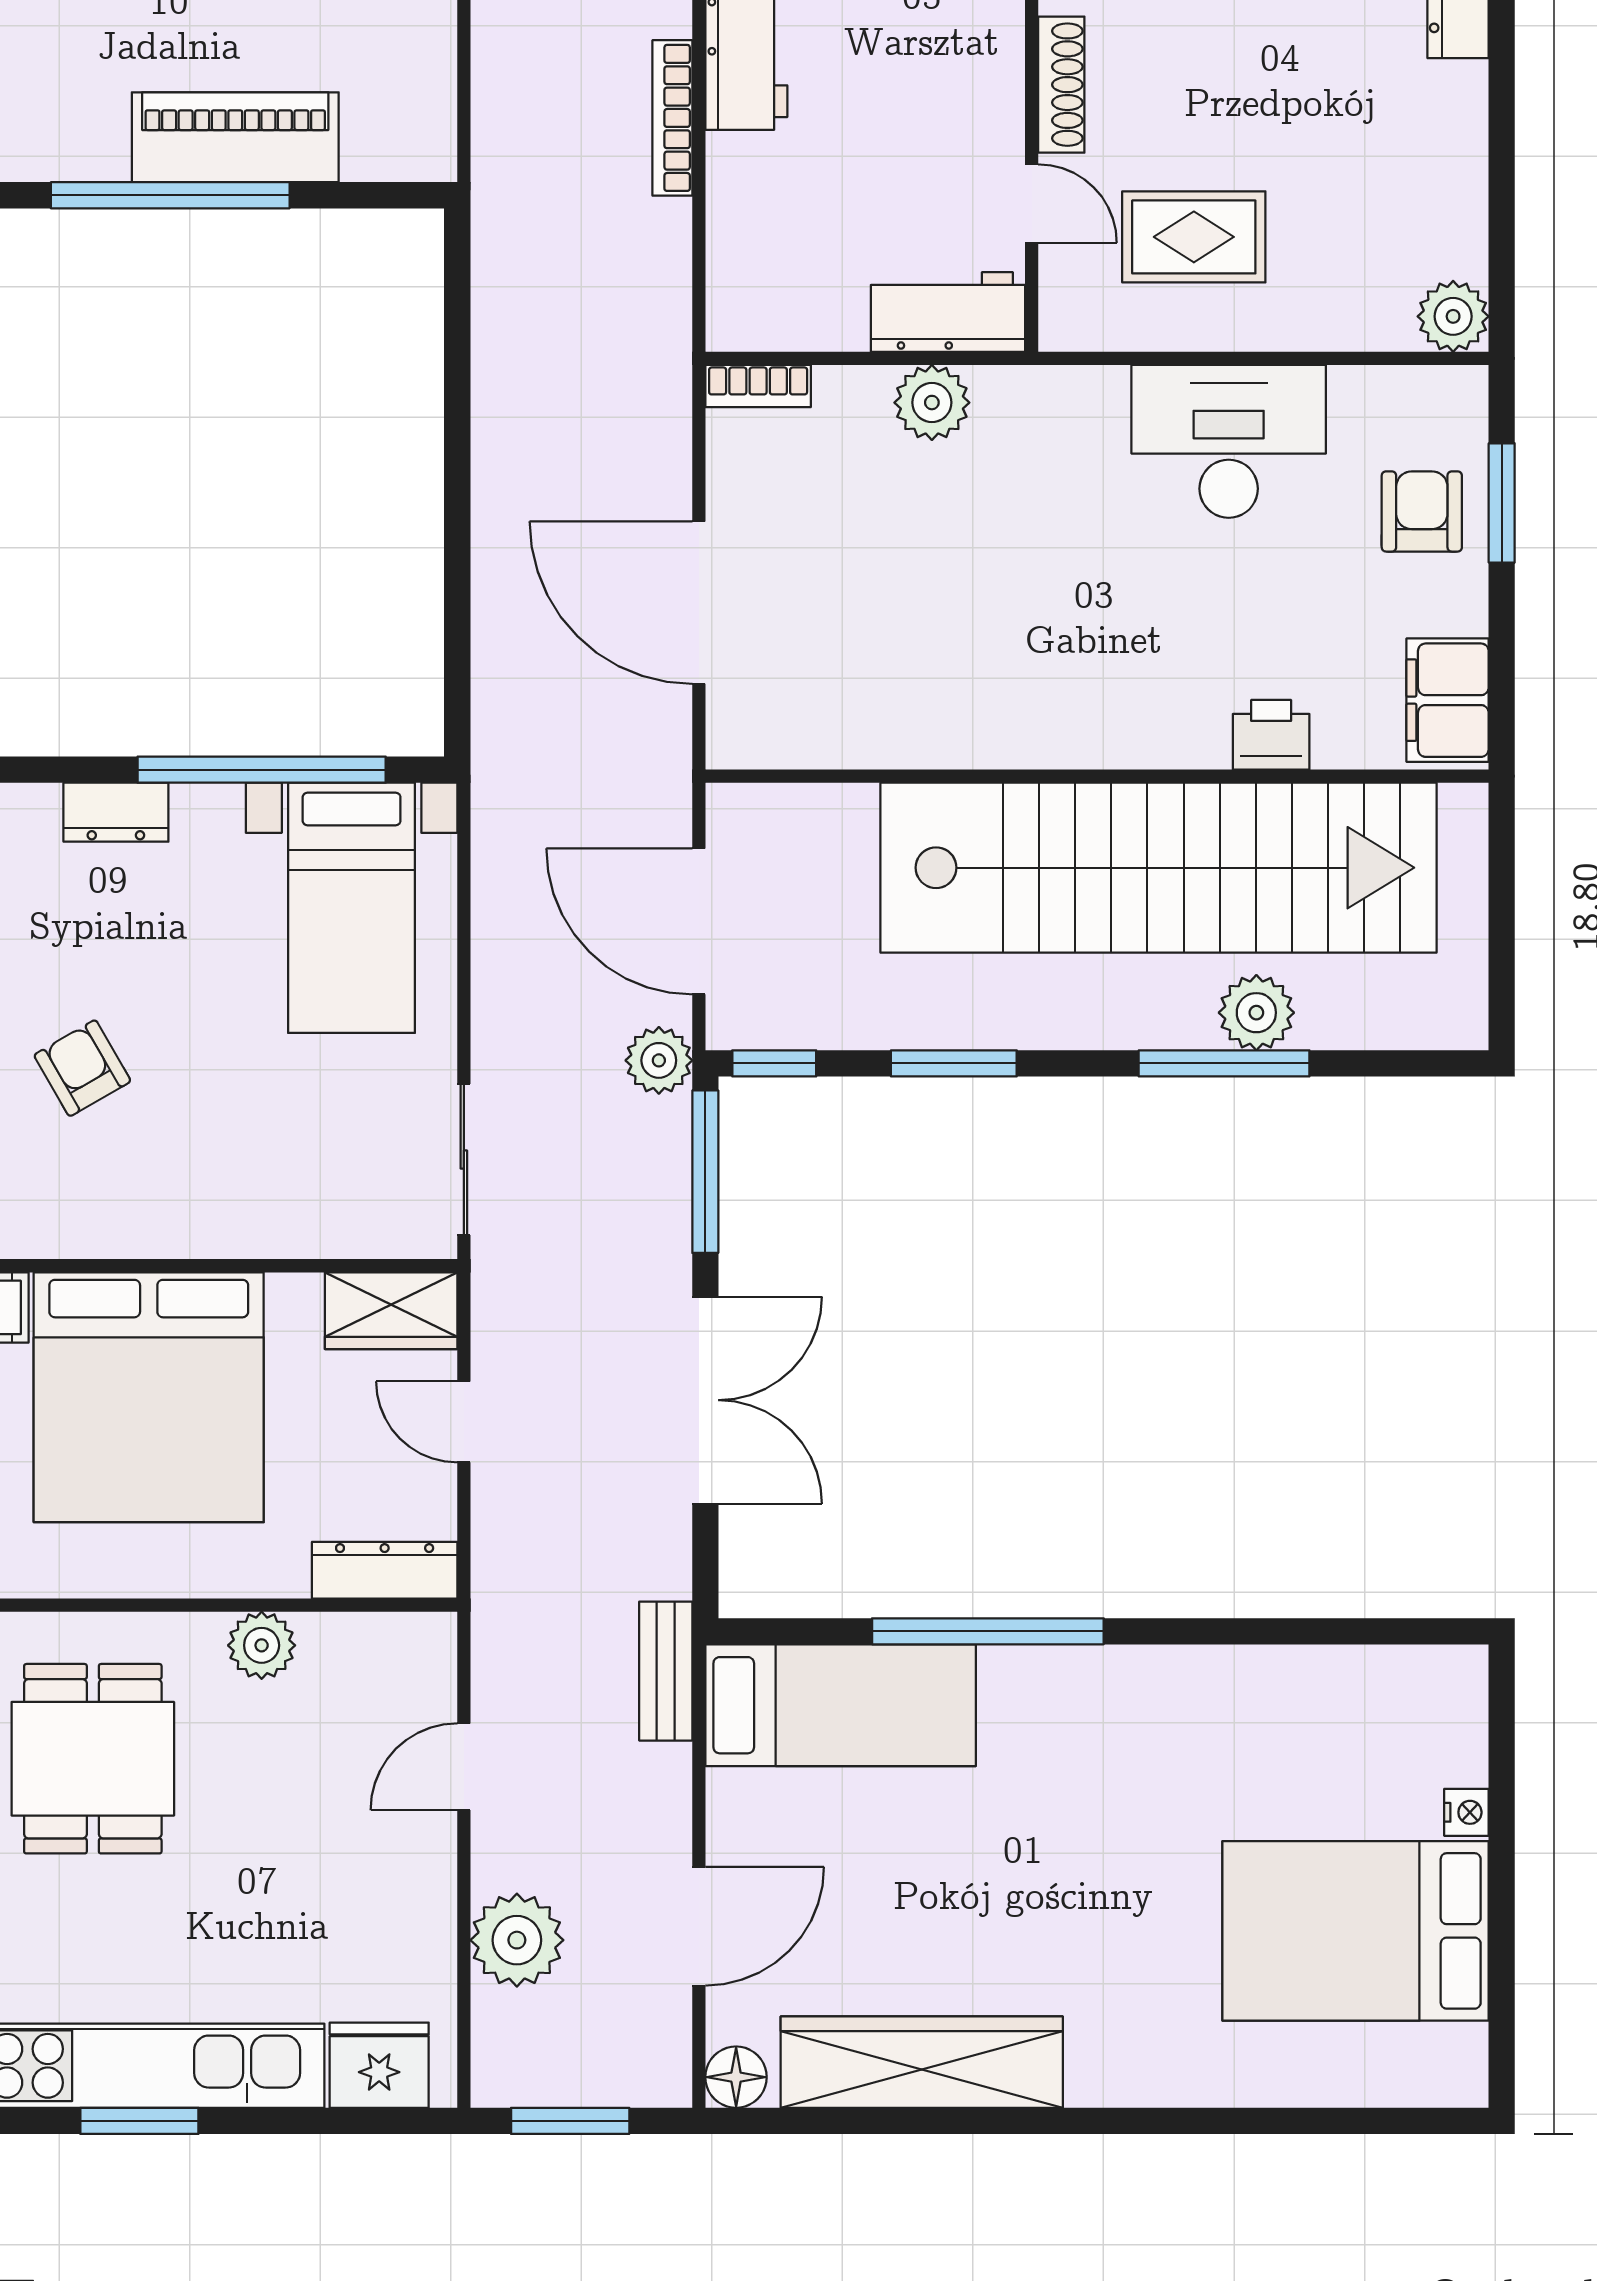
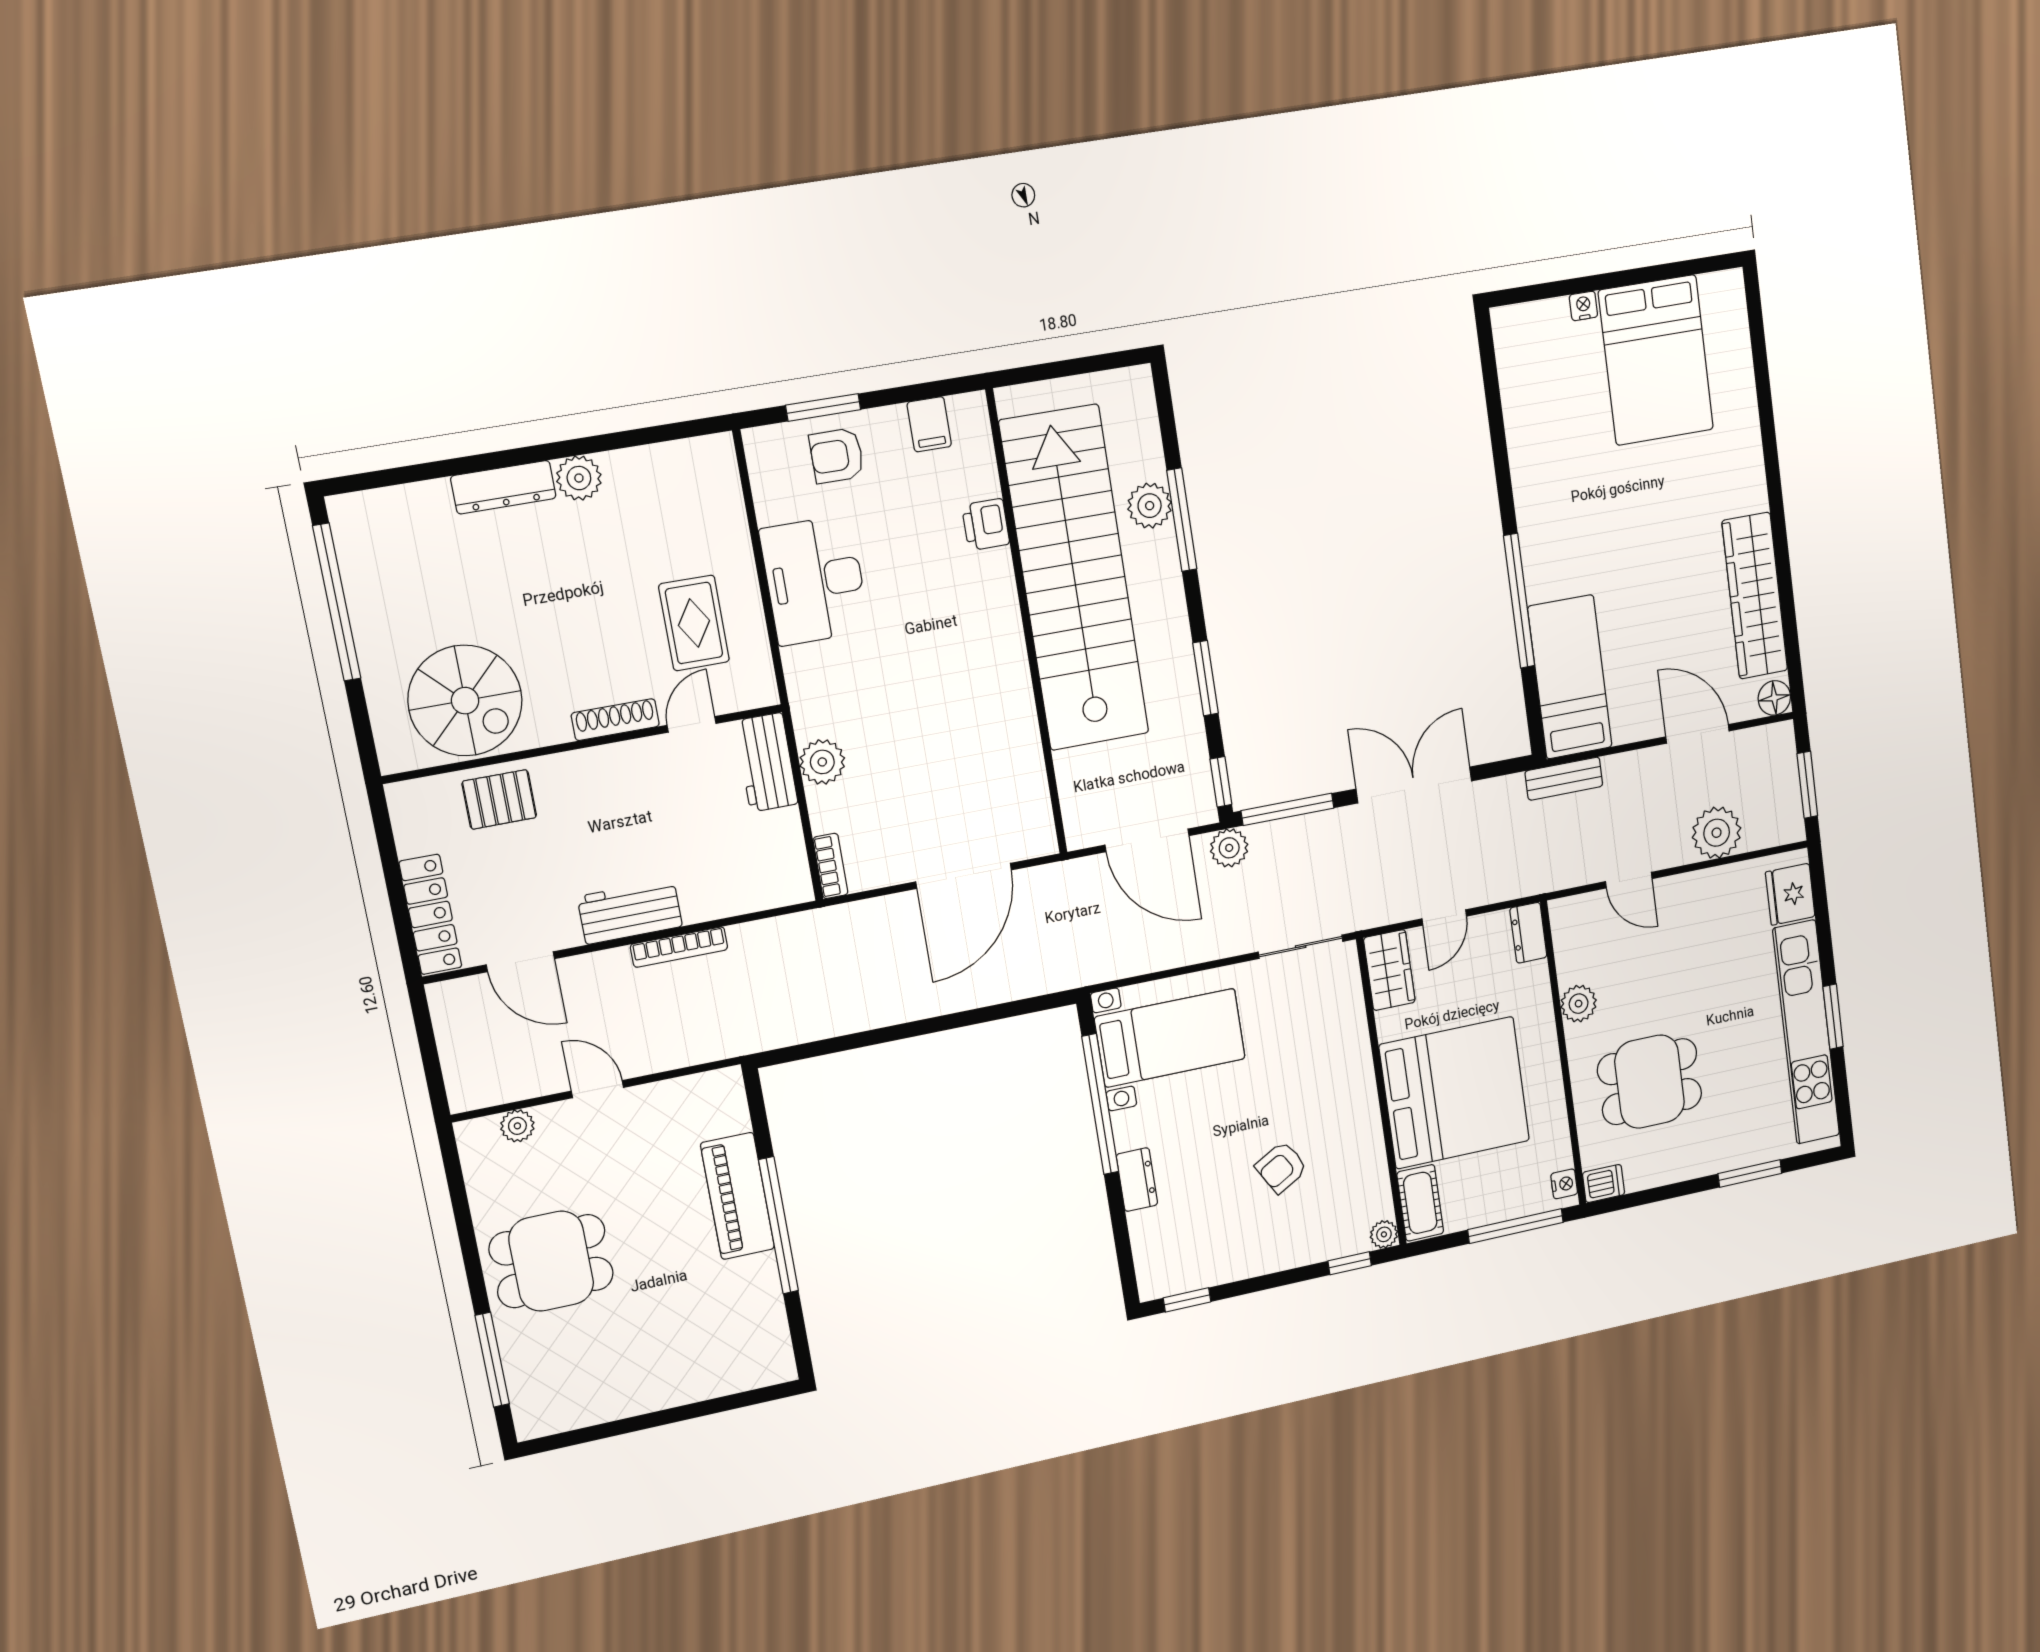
plant: (1453, 316) -> (579, 478), moved
filing cabinet: (1448, 700) -> (929, 424), width x0.50
door: (699, 921) -> (1147, 840), hinge flipped
dresser: (385, 1570) -> (1528, 933), width x0.70

